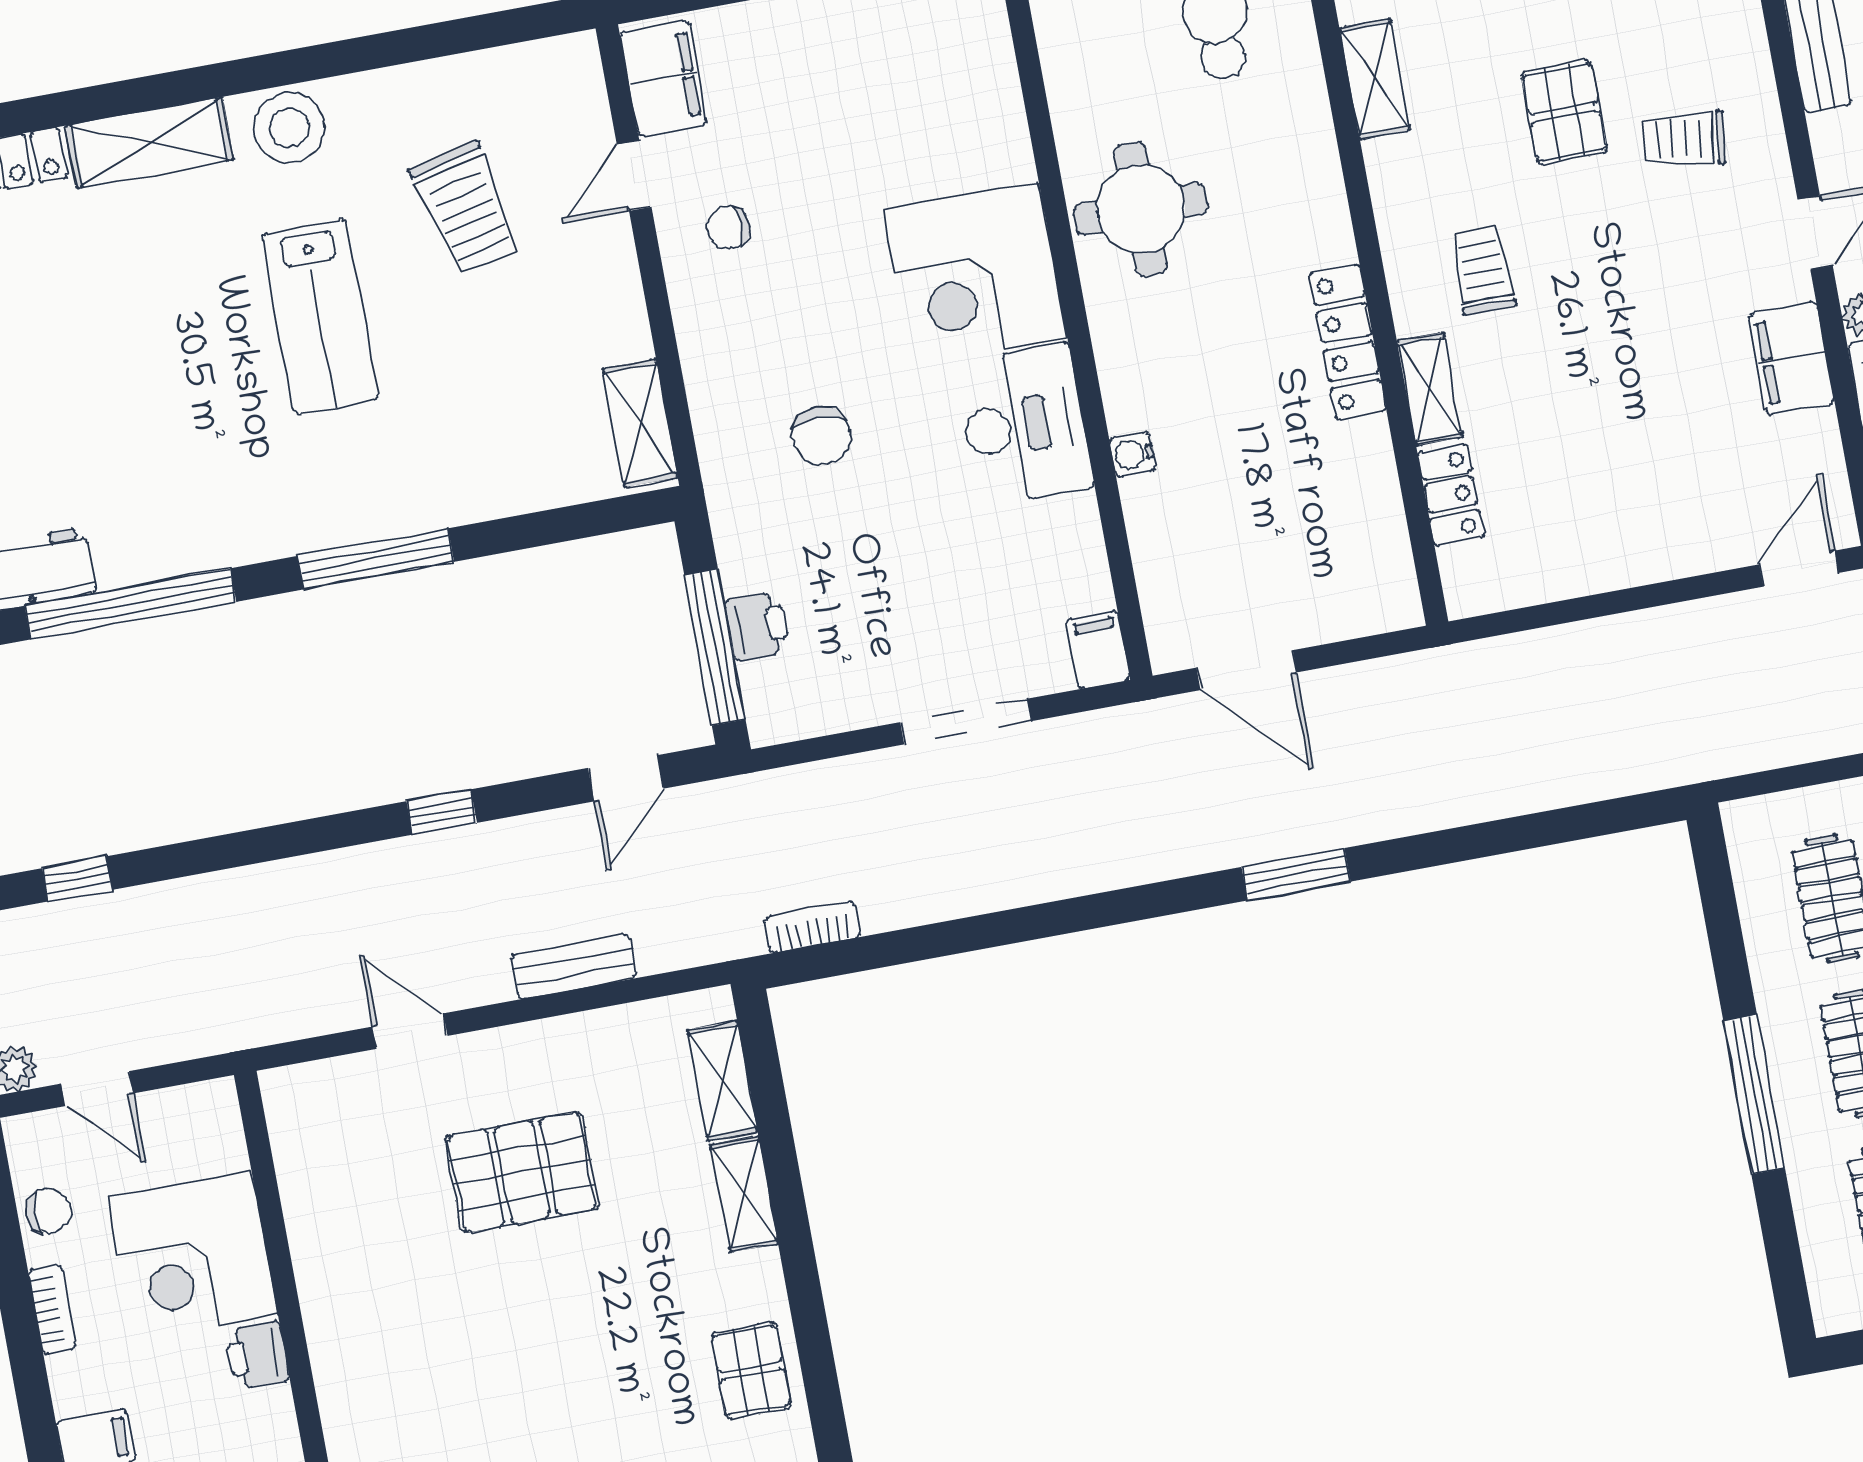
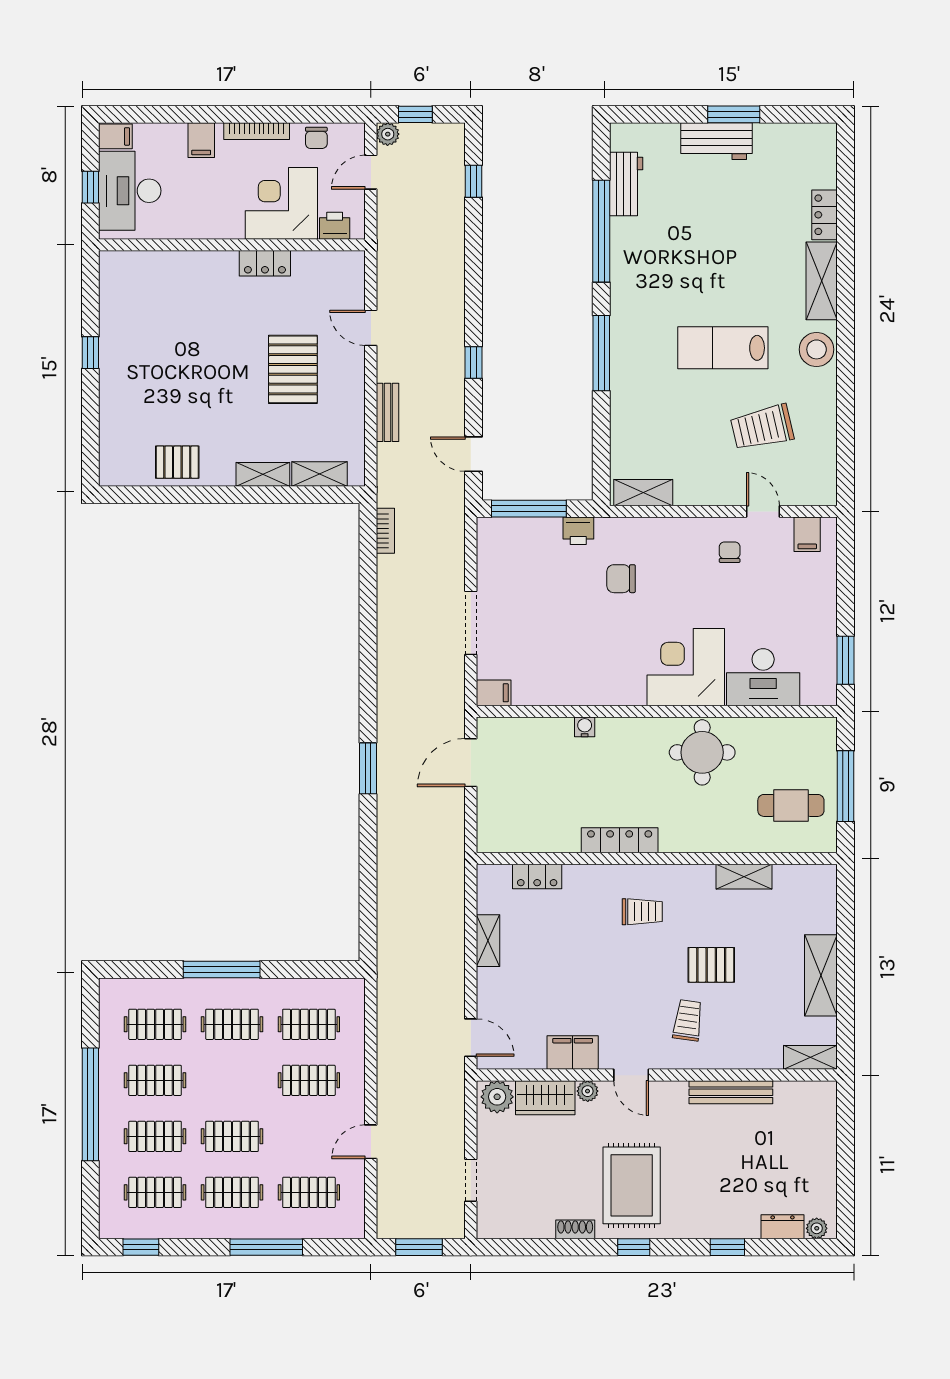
filing cabinet: (664, 78) -> (807, 534), width x0.50
shelving: (1430, 389) -> (488, 941), moved, turned 90
desk: (1024, 425) -> (763, 677), moved
printer: (757, 626) -> (578, 531), moved
door: (410, 1031) -> (371, 328), swing flipped
locker: (319, 1268) -> (265, 263), added
bookcase: (52, 1309) -> (257, 131), width x1.56
printer: (257, 1355) -> (335, 226), moved

